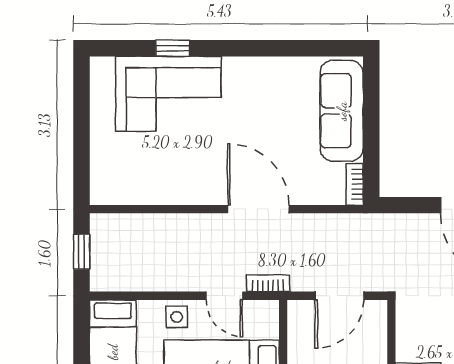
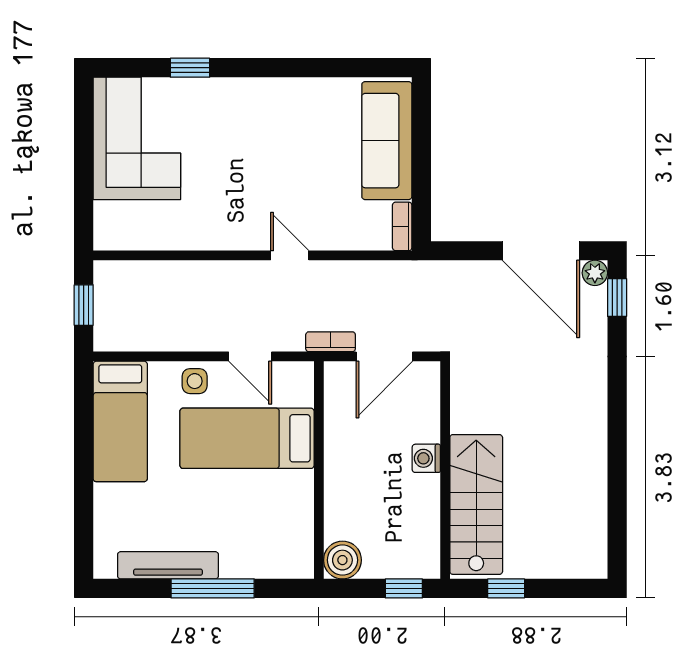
corner sofa: (168, 94) -> (137, 138), moved, turned -90
door: (258, 209) -> (290, 255), width x0.53
bookcase: (268, 283) -> (331, 342), moved

